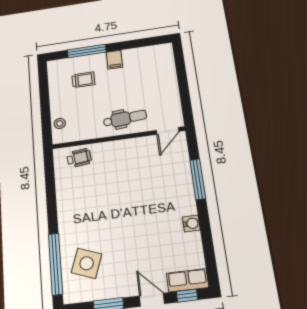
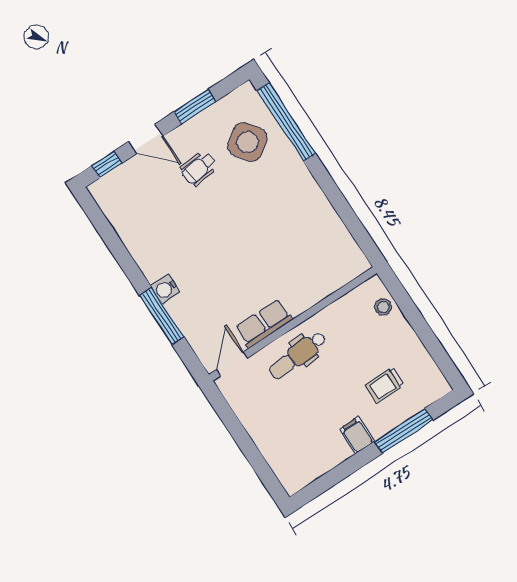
wheelchair: (79, 158) -> (199, 168), moved
water cooler: (191, 223) -> (165, 289), moved
side table: (87, 263) -> (248, 142), turned 34
row of seats: (188, 280) -> (264, 323), moved, turned 180

